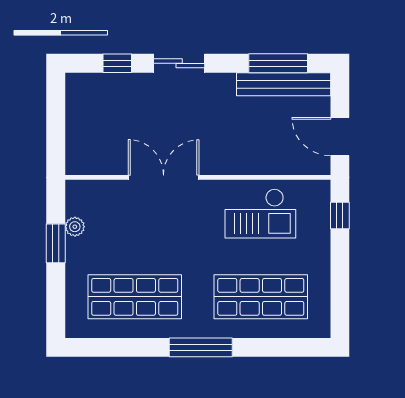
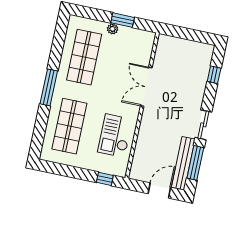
sliding door: (179, 63) -> (203, 125), moved
door: (340, 137) -> (159, 190), moved
double door: (164, 177) -> (146, 87), swing flipped
plant: (75, 227) -> (113, 29), moved

